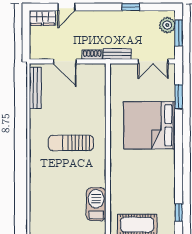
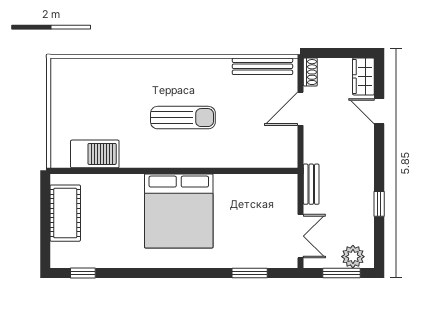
shoe rack: (92, 55) -> (310, 72), moved
double door: (153, 61) -> (301, 236), swing flipped
bed: (149, 125) -> (179, 211), moved, turned 180
sun lounger: (71, 143) -> (183, 118), turned 90

